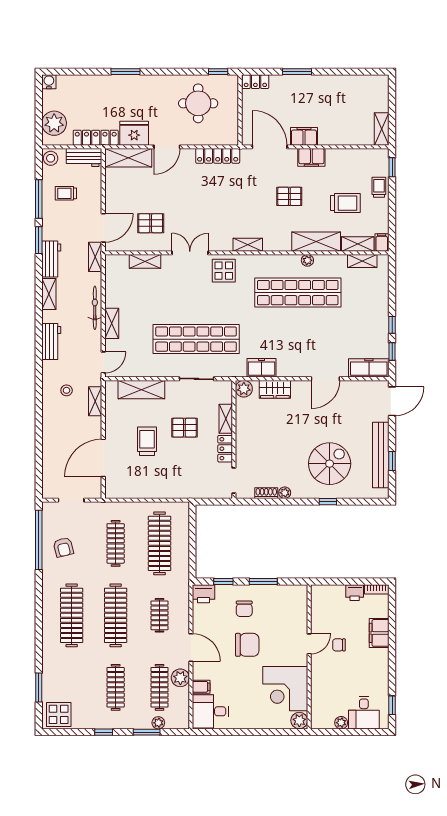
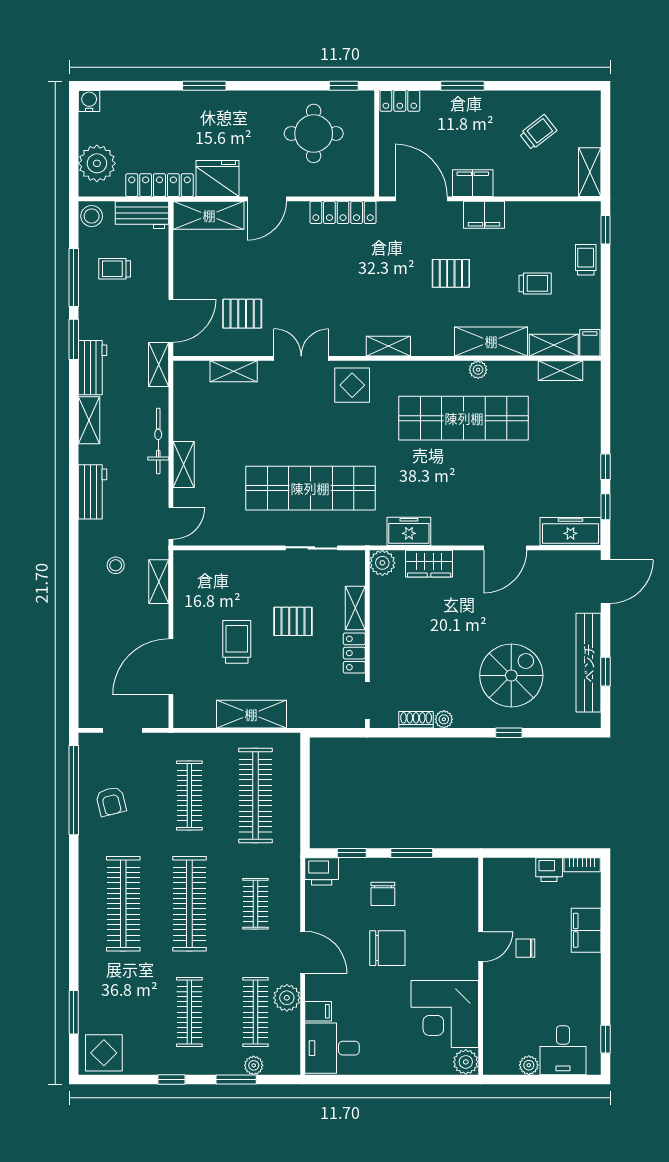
trolley: (347, 102) -> (538, 132), added
trolley: (345, 203) -> (535, 283), width x0.73, depth x0.72
shelving: (141, 390) -> (251, 714), moved

